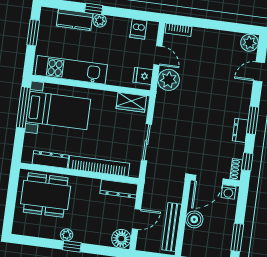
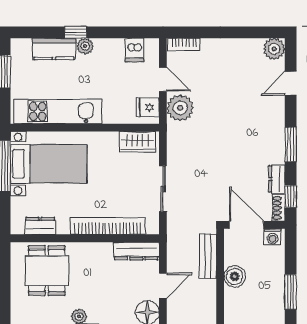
dresser: (240, 130) -> (277, 179), moved
dresser: (50, 160) -> (40, 226), width x0.70
door: (209, 180) -> (247, 225), swing flipped
dining table: (46, 195) -> (47, 271), width x0.73
bench: (172, 227) -> (208, 256), moved, width x0.73

